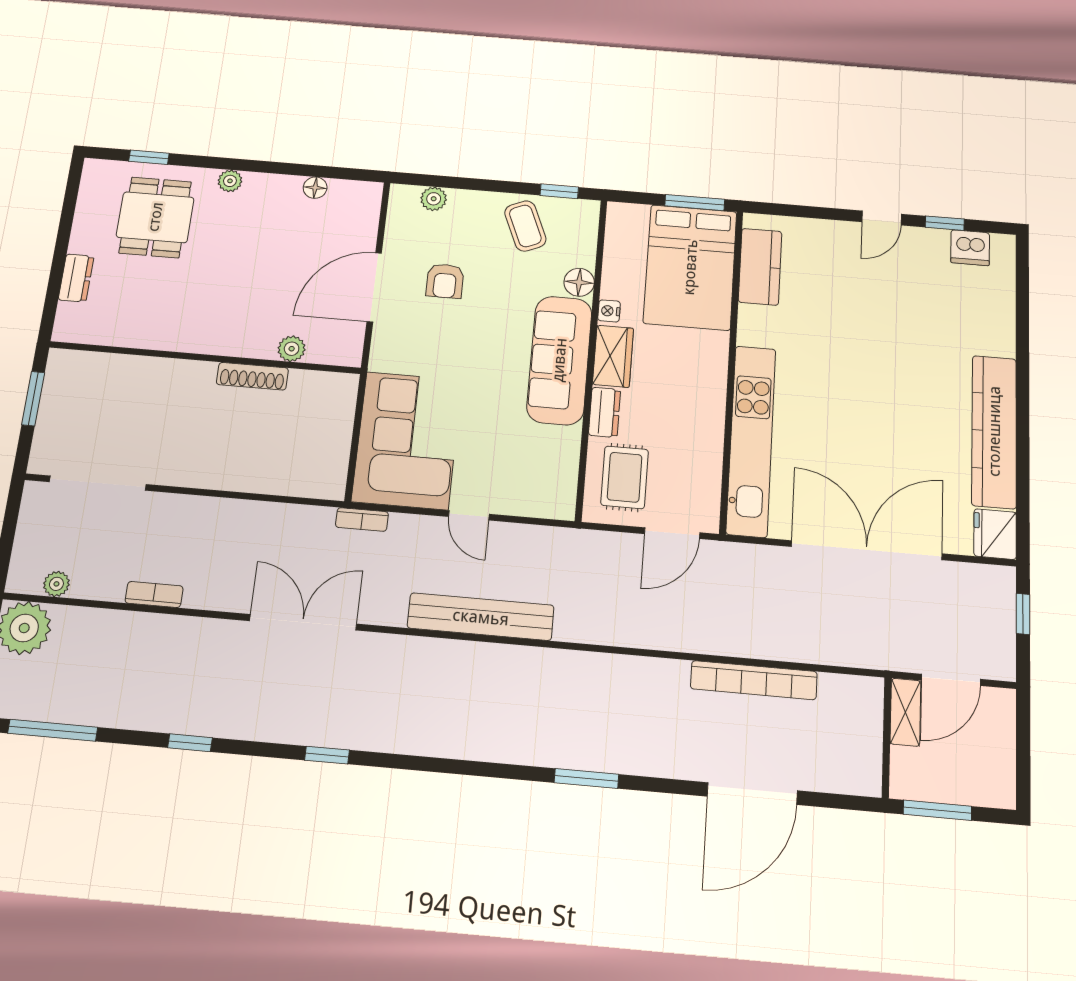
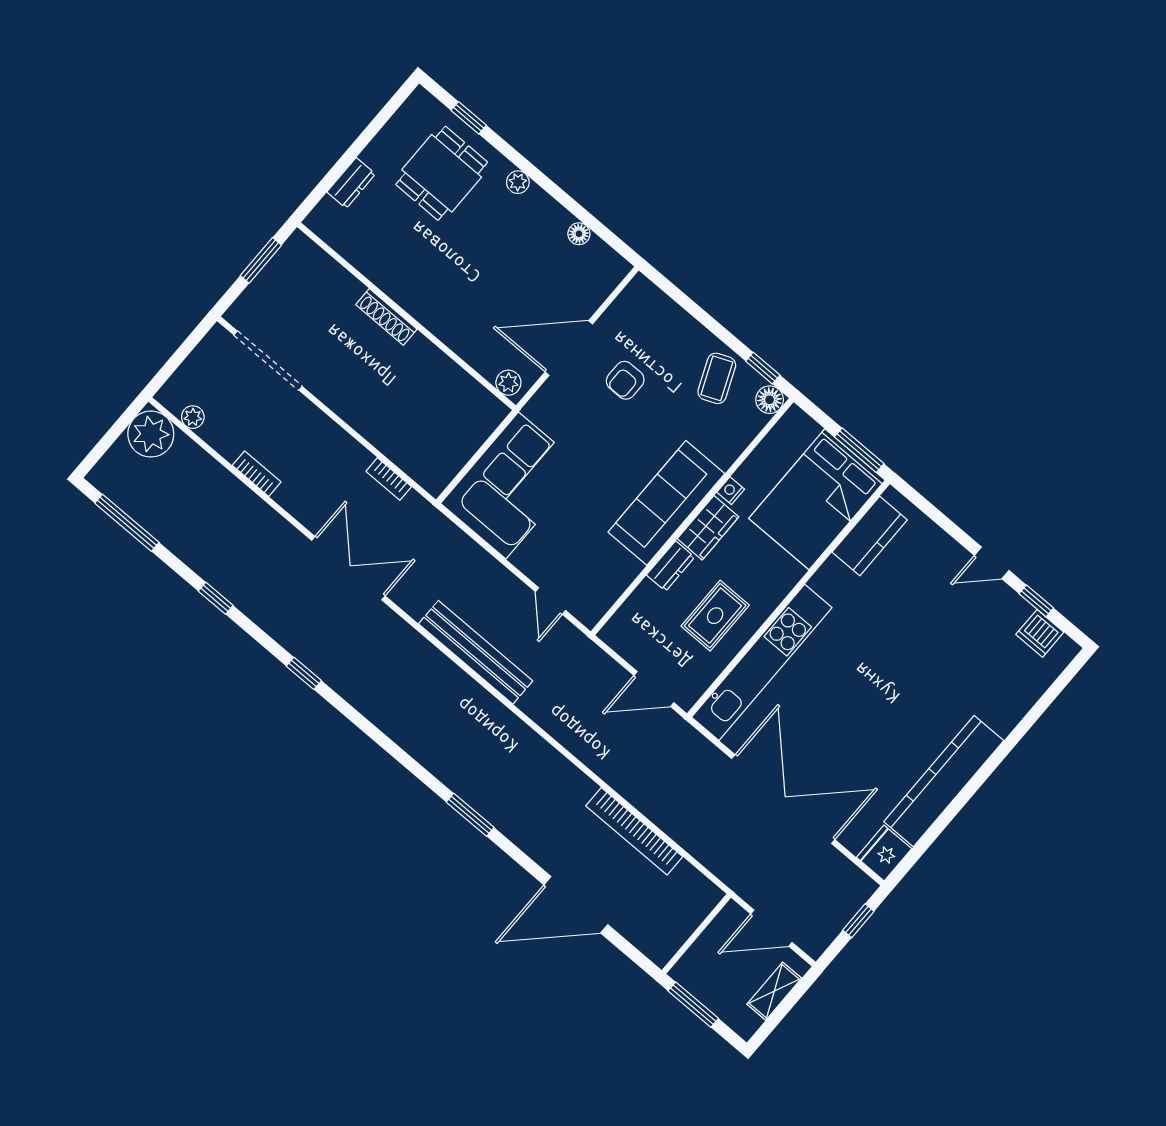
plant: (434, 199) -> (663, 307), removed
floor lamp: (579, 282) -> (770, 400), moved
plant: (292, 349) -> (508, 383), moved
shoe rack: (252, 376) -> (386, 317), moved
rug: (625, 477) -> (715, 616), moved
door: (469, 515) -> (551, 601), moved
bookcase: (362, 520) -> (389, 479), moved
shelving: (905, 712) -> (774, 991), moved

